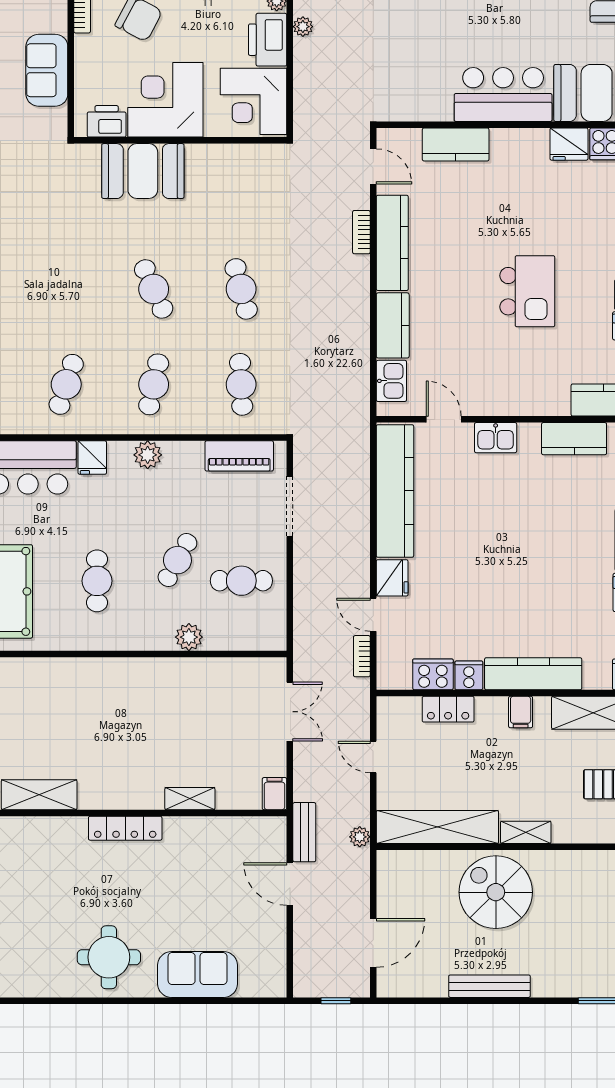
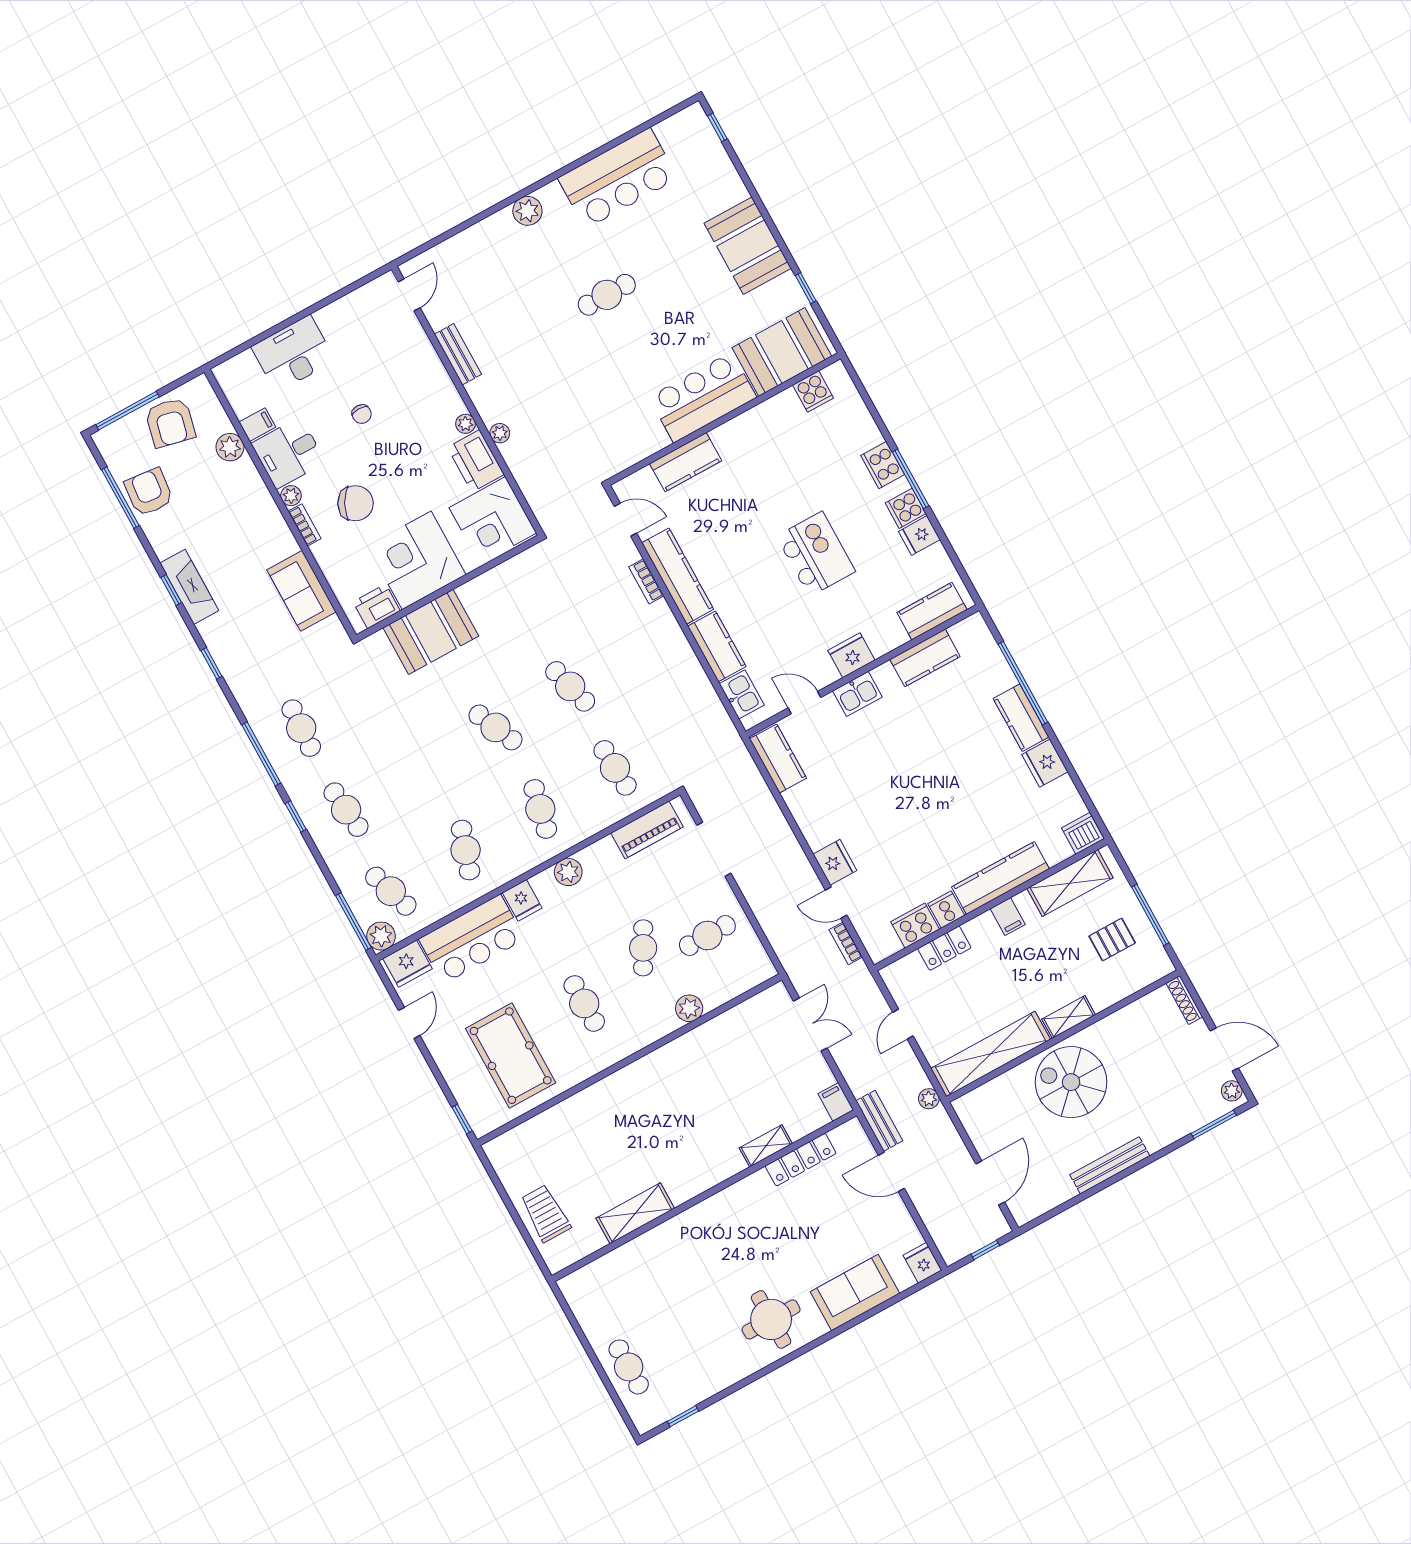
fridge: (569, 144) -> (851, 655), moved, turned 180
kitchen counter: (395, 491) -> (778, 758), width x0.48, depth x0.86
door: (373, 757) -> (903, 1024), hinge flipped
locker: (125, 828) -> (801, 1160), moved
fridge: (273, 981) -> (922, 1263), added

